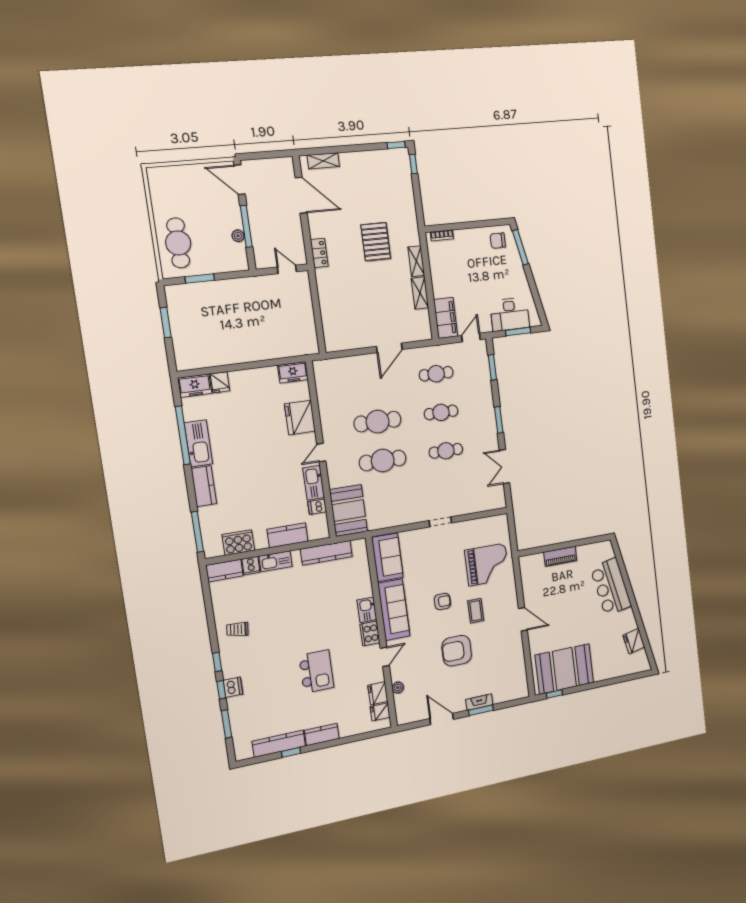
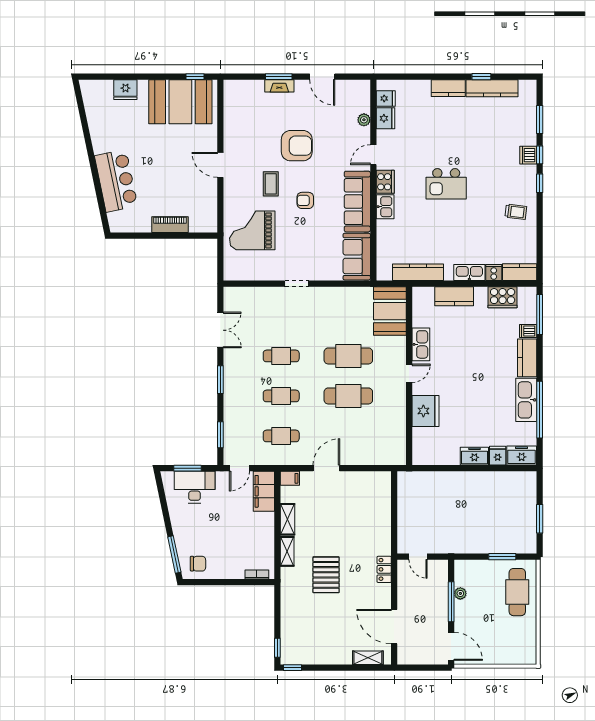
filing cabinet: (423, 334) -> (290, 478), added
freezer: (293, 372) -> (474, 456), moved
dishwasher: (317, 507) -> (528, 331), moved, turned 180
fridge: (634, 641) -> (125, 90), moved, turned 102
kitchen island: (316, 671) -> (446, 184), moved, turned -90

